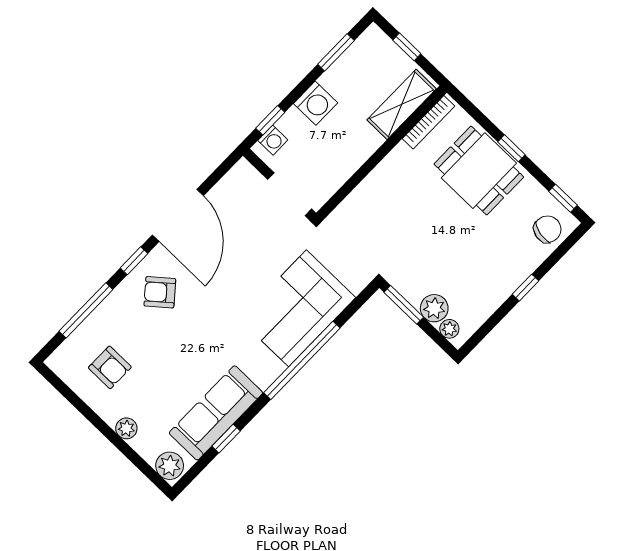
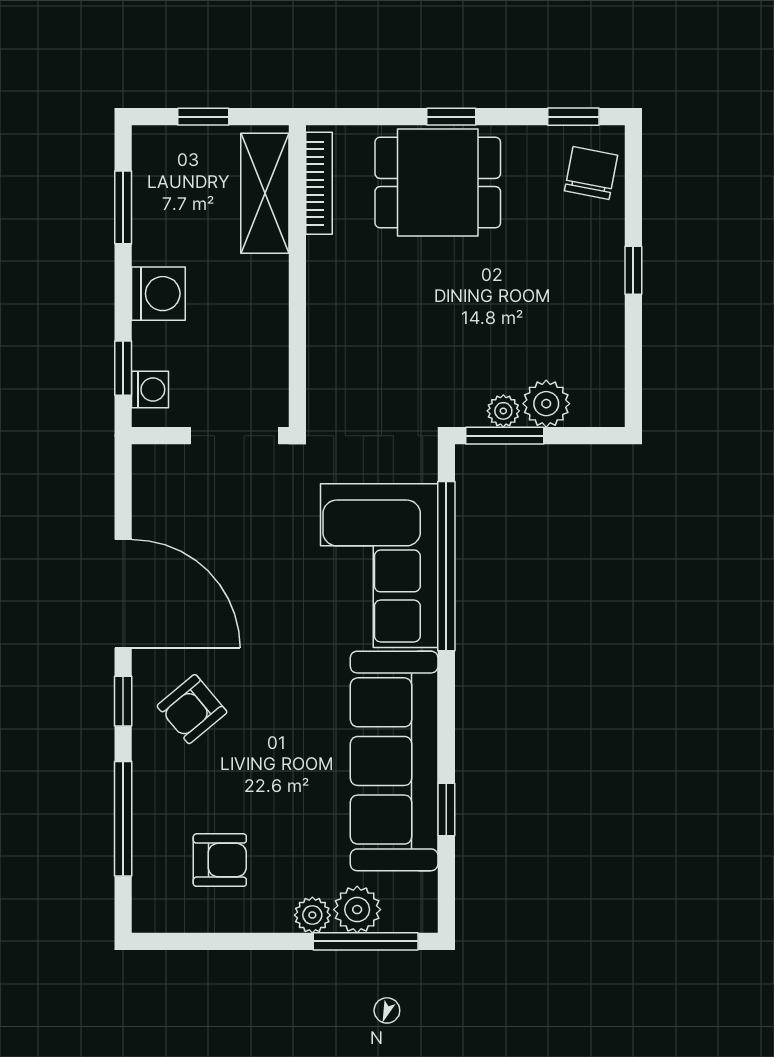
plant: (449, 329) -> (503, 411), moved
window: (302, 360) -> (446, 566), moved
sofa: (216, 413) -> (394, 761), width x1.36, depth x1.27
window: (138, 461) -> (366, 941), added
plant: (170, 466) -> (357, 910), moved

